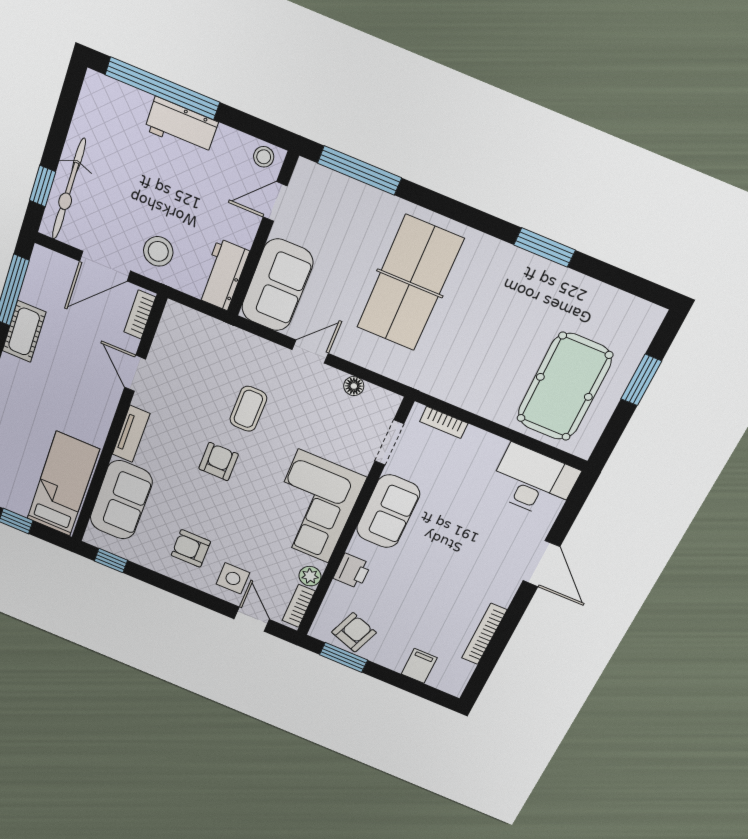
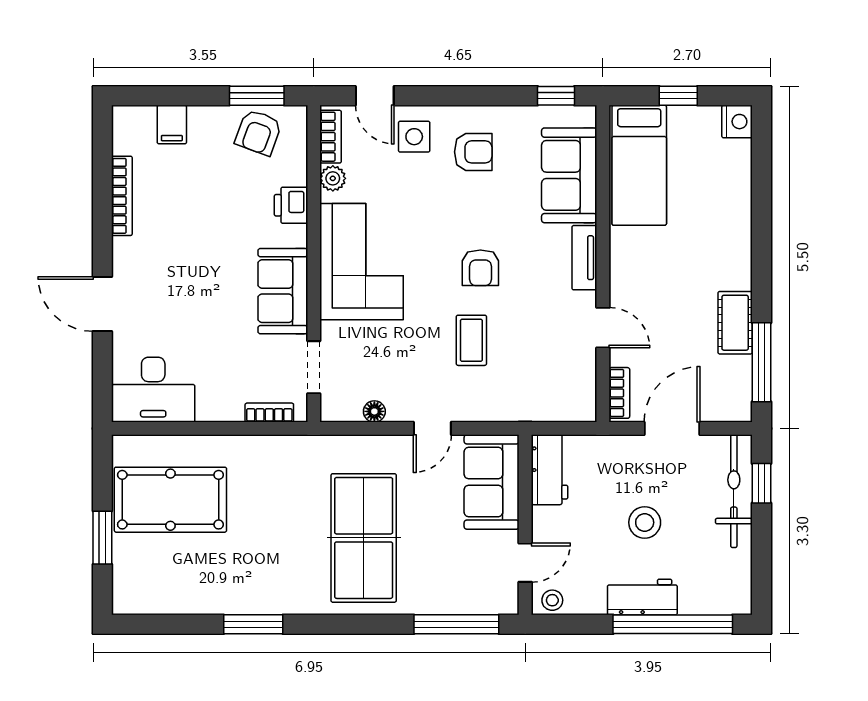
stool: (158, 251) -> (645, 522), moved
pool table: (564, 387) -> (170, 500), turned 90

